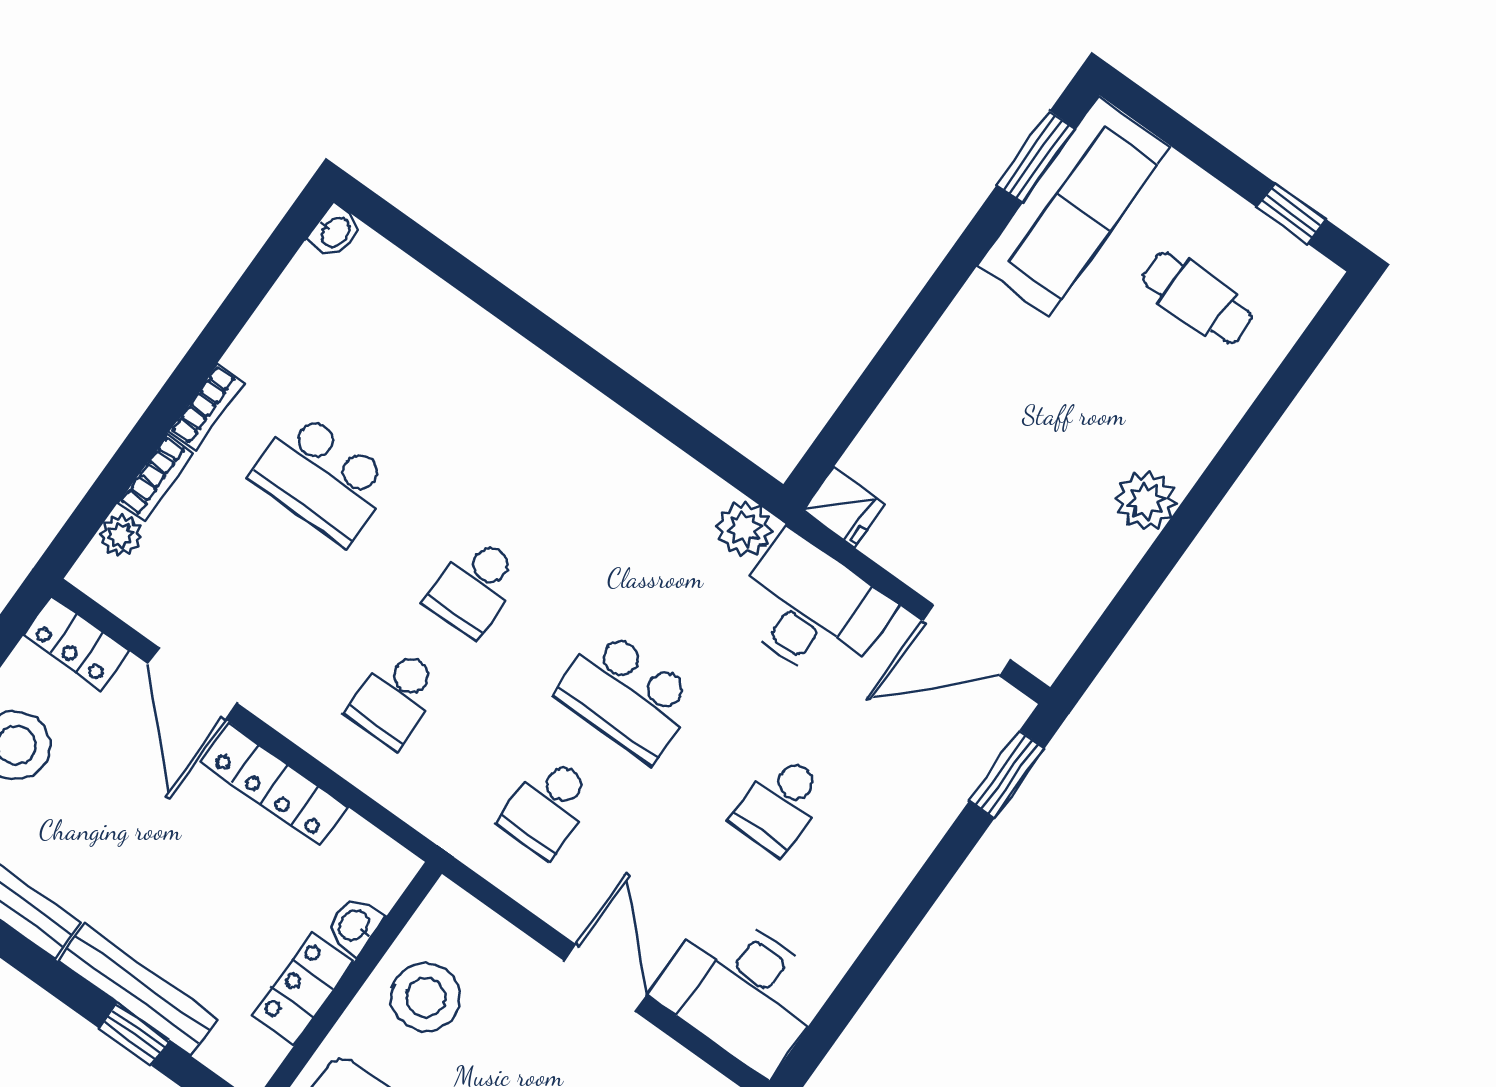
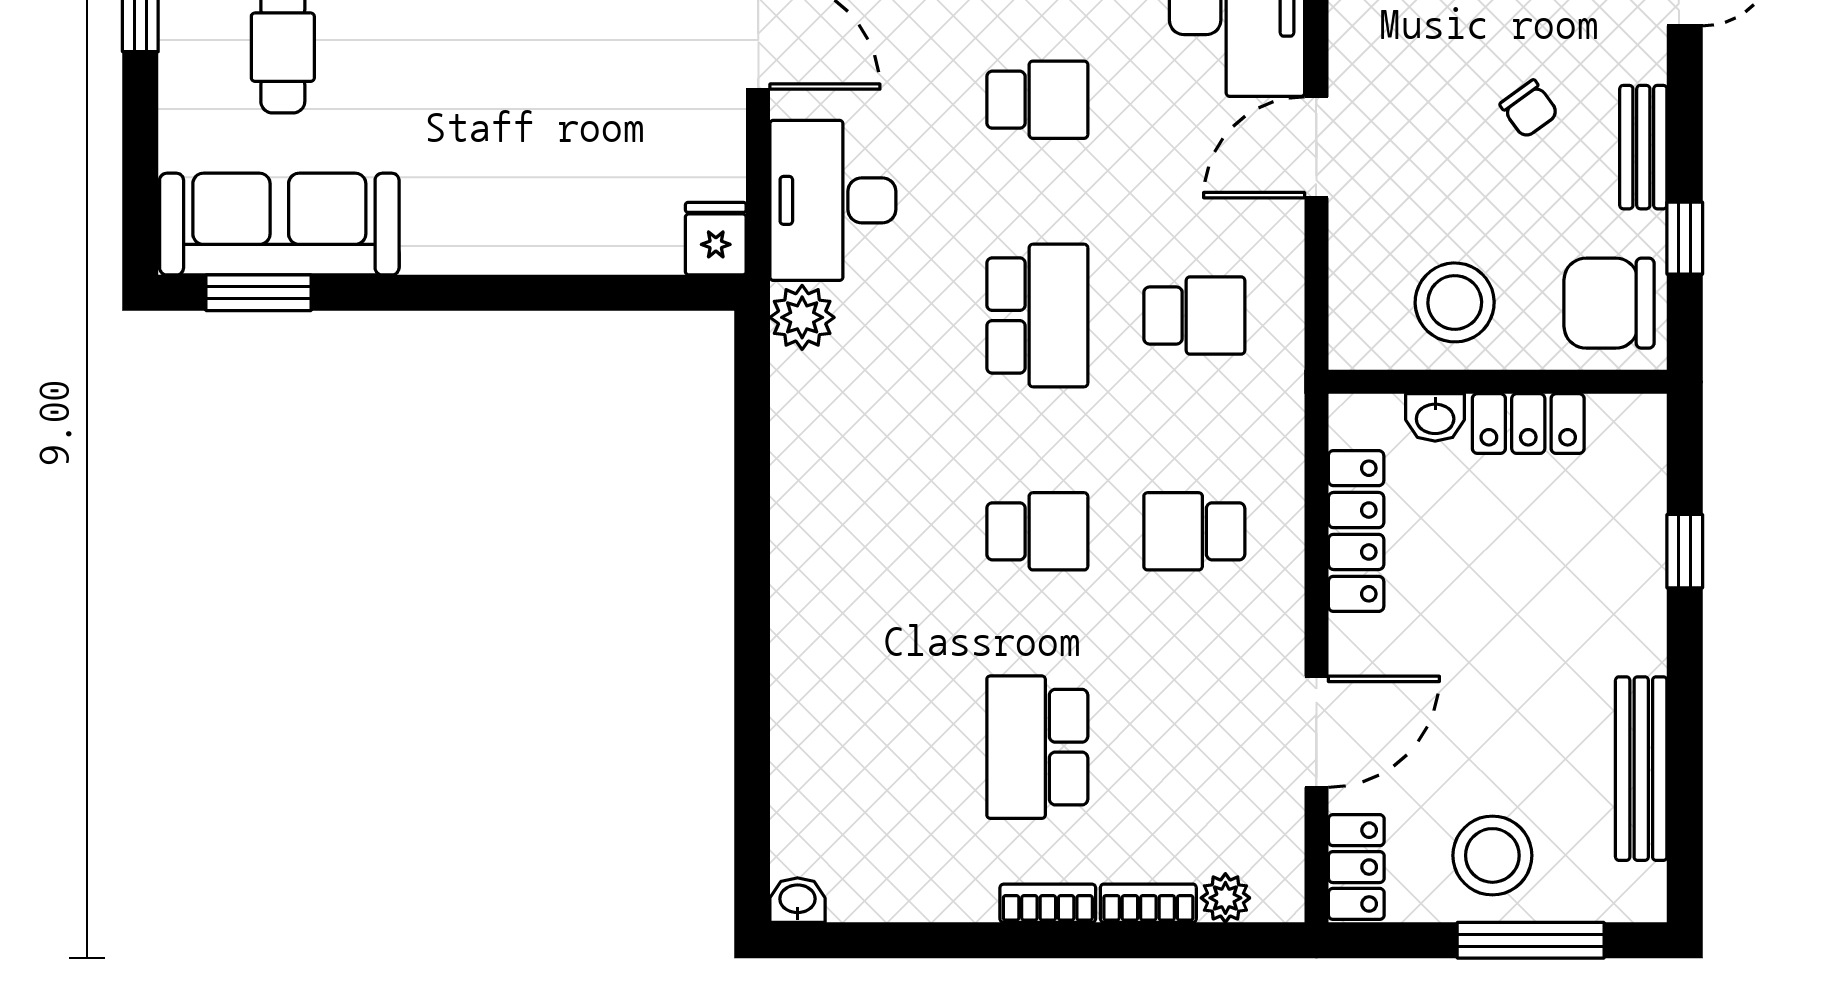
school desk: (322, 478) -> (1037, 747), turned 180
school desk: (395, 698) -> (1194, 531), turned 180
locker: (275, 784) -> (1356, 531), moved
bench: (138, 990) -> (1641, 578), removed

